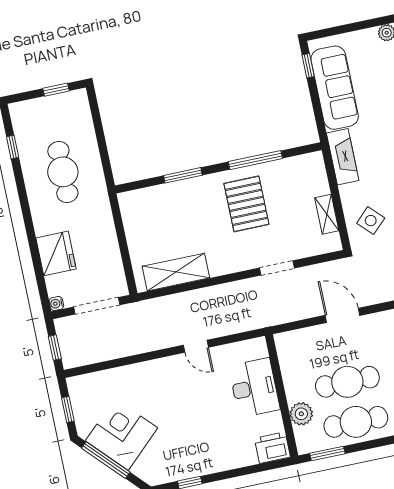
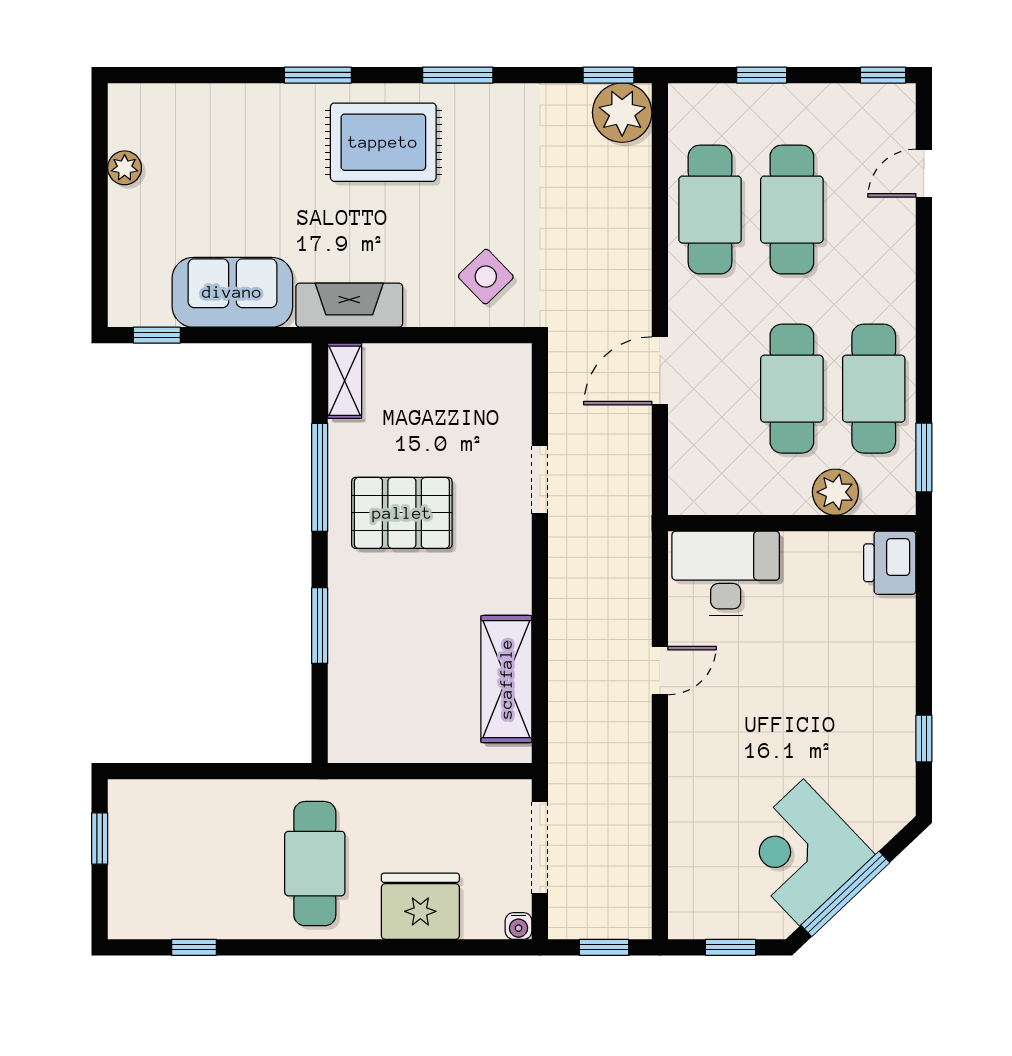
sofa: (335, 88) -> (232, 292), width x0.73
cafe table: (63, 172) -> (315, 864), moved, turned 90
shelving: (327, 214) -> (345, 381), moved, turned 90
desk: (254, 388) -> (726, 573), moved

